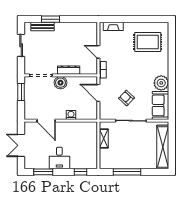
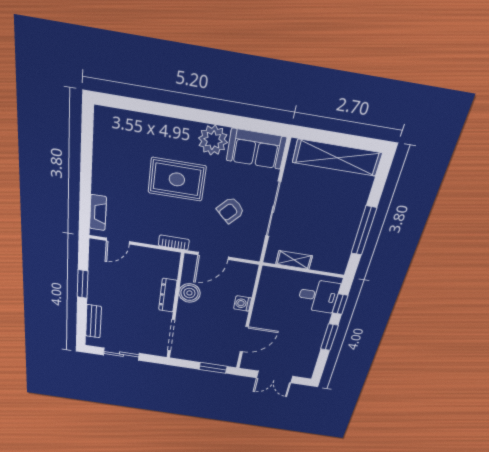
window: (51, 19) -> (83, 284), moved
rug: (148, 42) -> (177, 179), moved, turned 90
door: (98, 52) -> (118, 241), moved
boiler: (60, 83) -> (189, 293), moved
window: (21, 92) -> (213, 368), moved
desk: (59, 158) -> (318, 296), moved
window: (43, 172) -> (329, 337), moved

